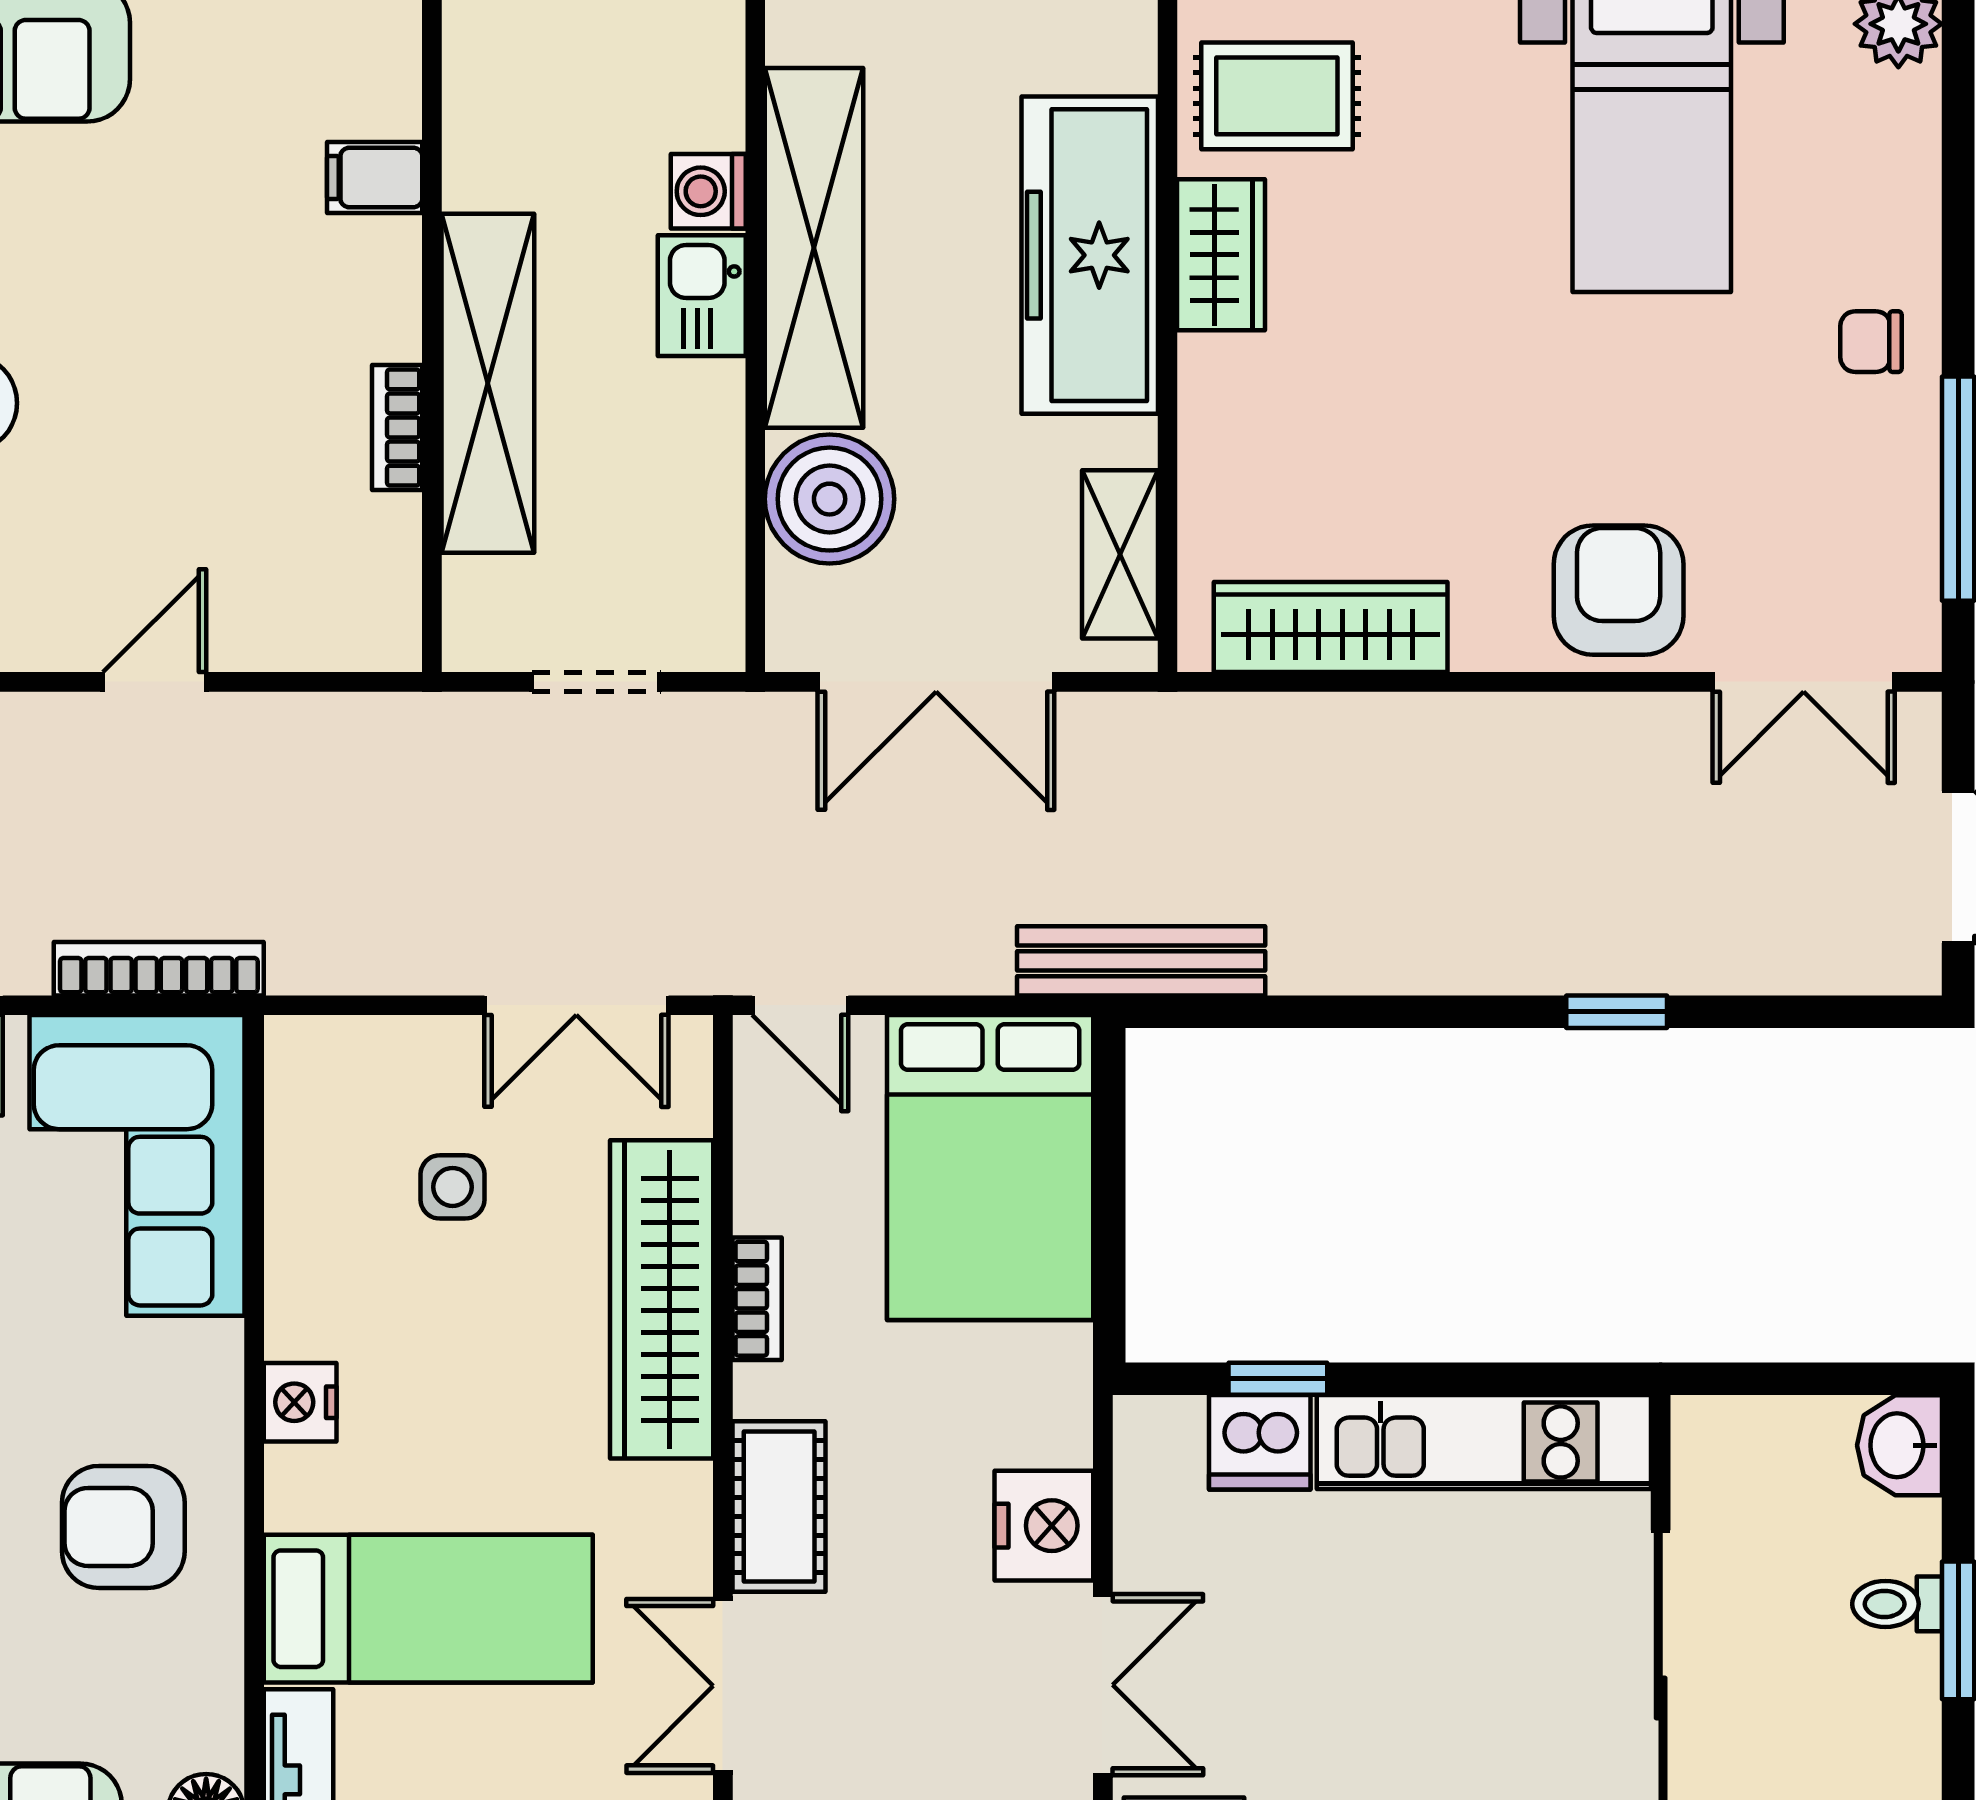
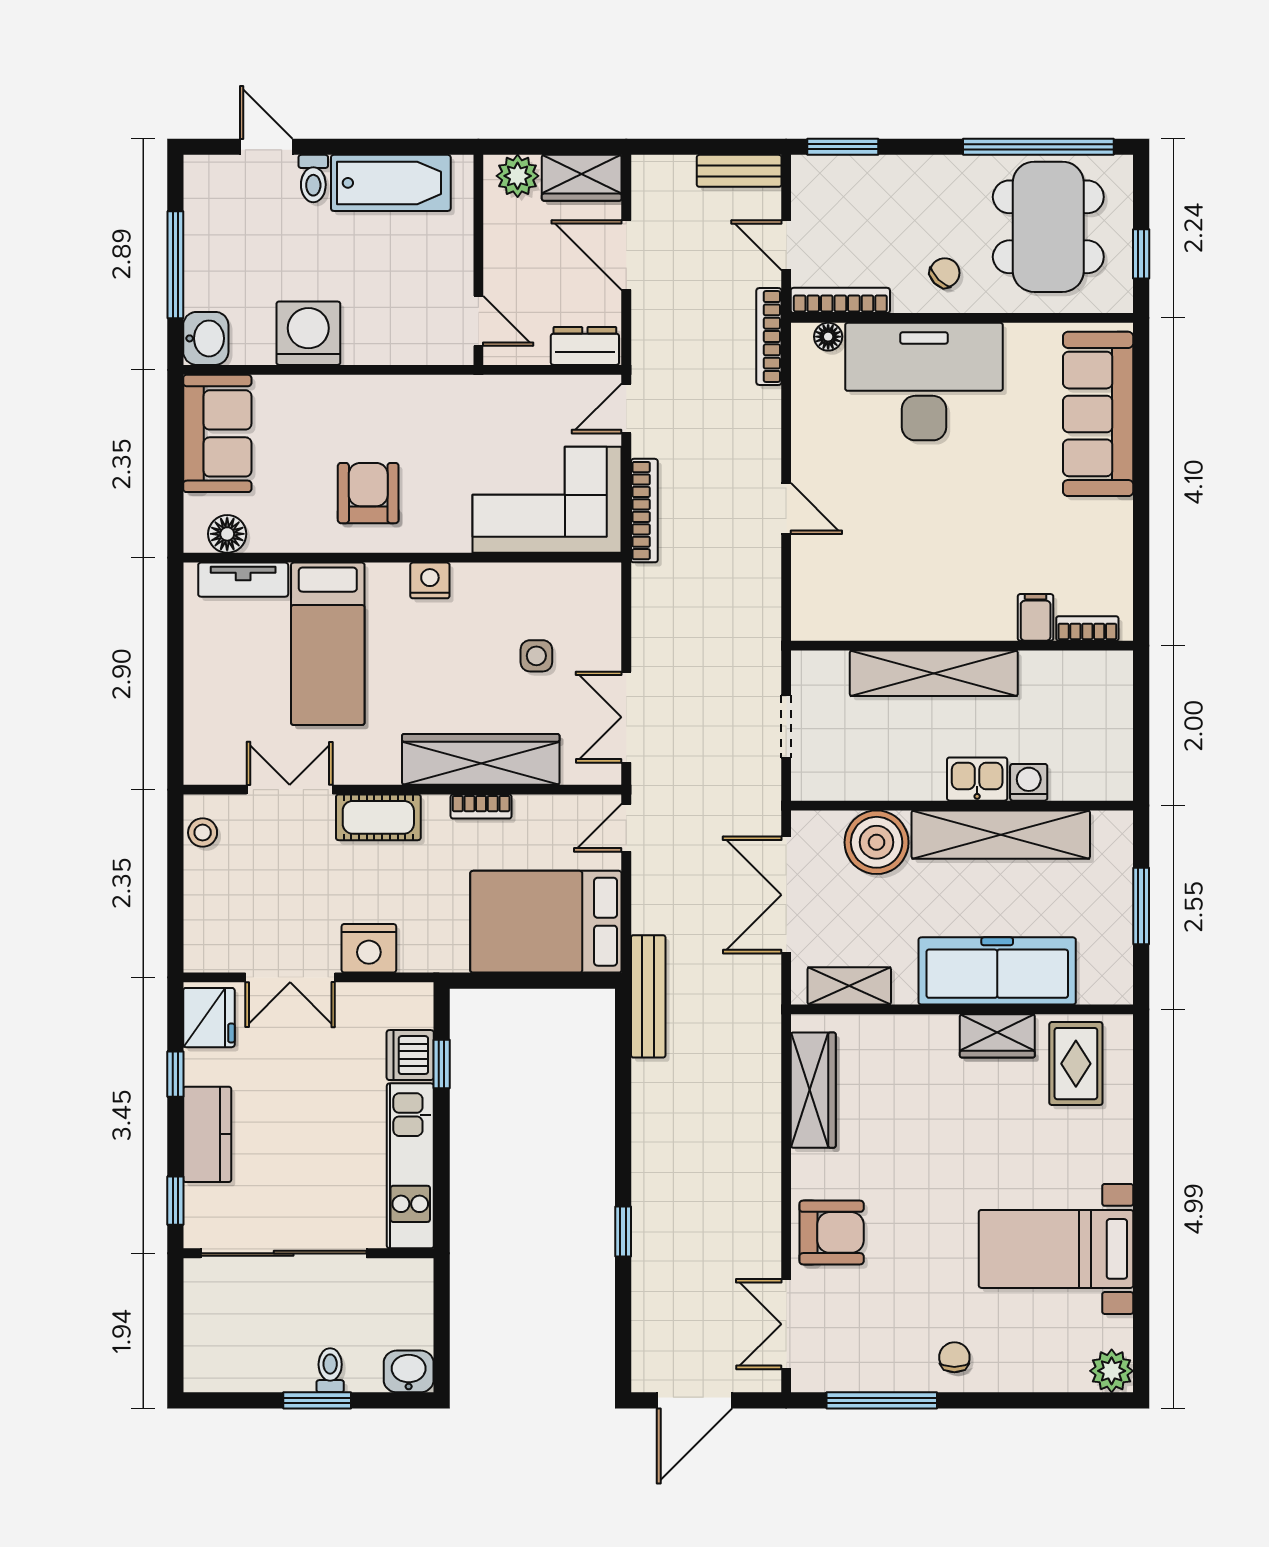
bookcase: (397, 428) -> (1087, 628), moved

